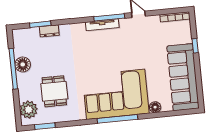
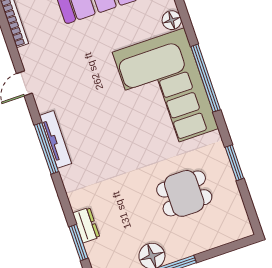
window: (109, 17) -> (46, 148), moved
plant: (29, 110) -> (225, 229), removed
window: (45, 126) -> (234, 163), moved

